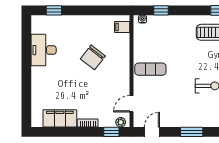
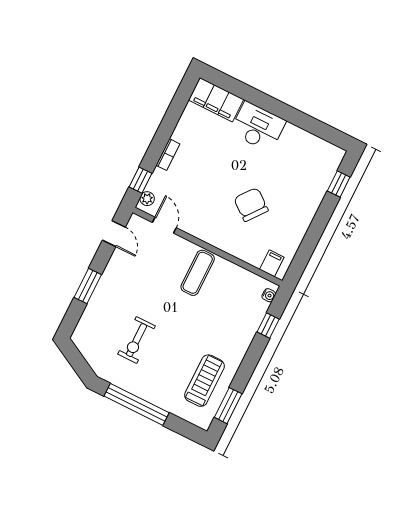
desk: (44, 50) -> (258, 127), moved
filing cabinet: (60, 118) -> (216, 100), moved, turned 90

